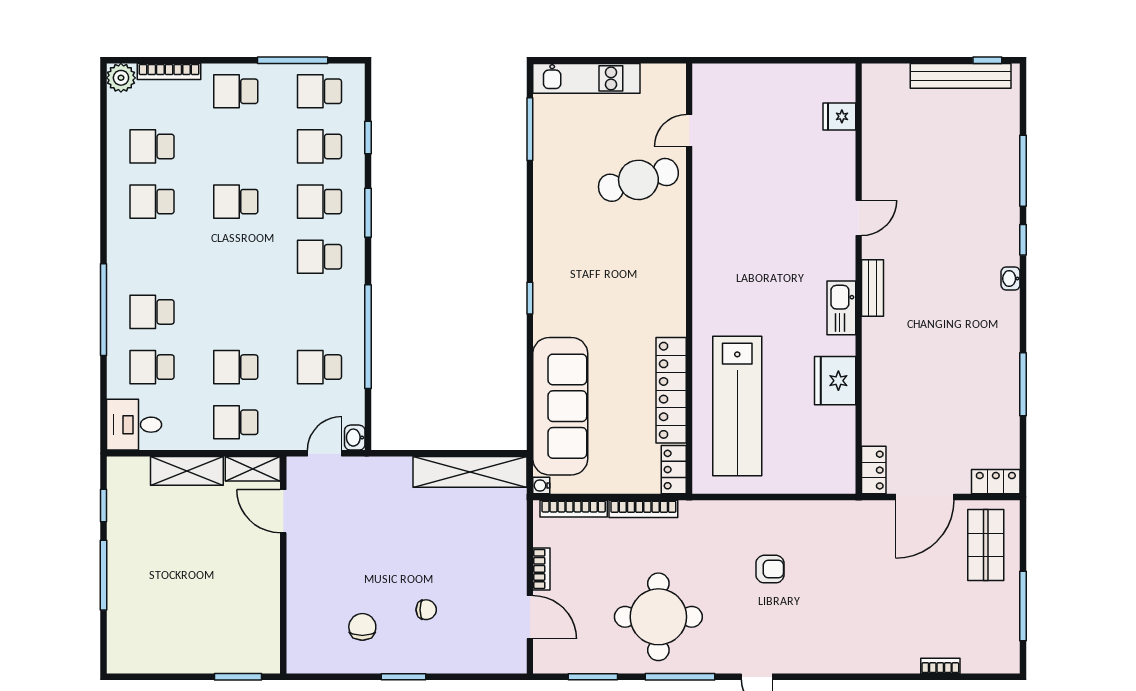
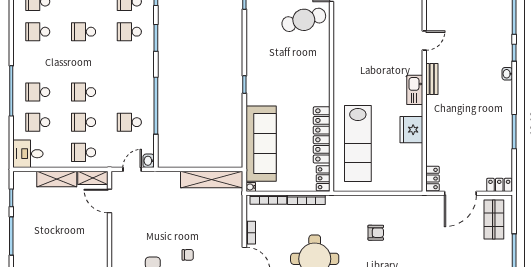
school desk: (319, 257) -> (84, 92), moved

